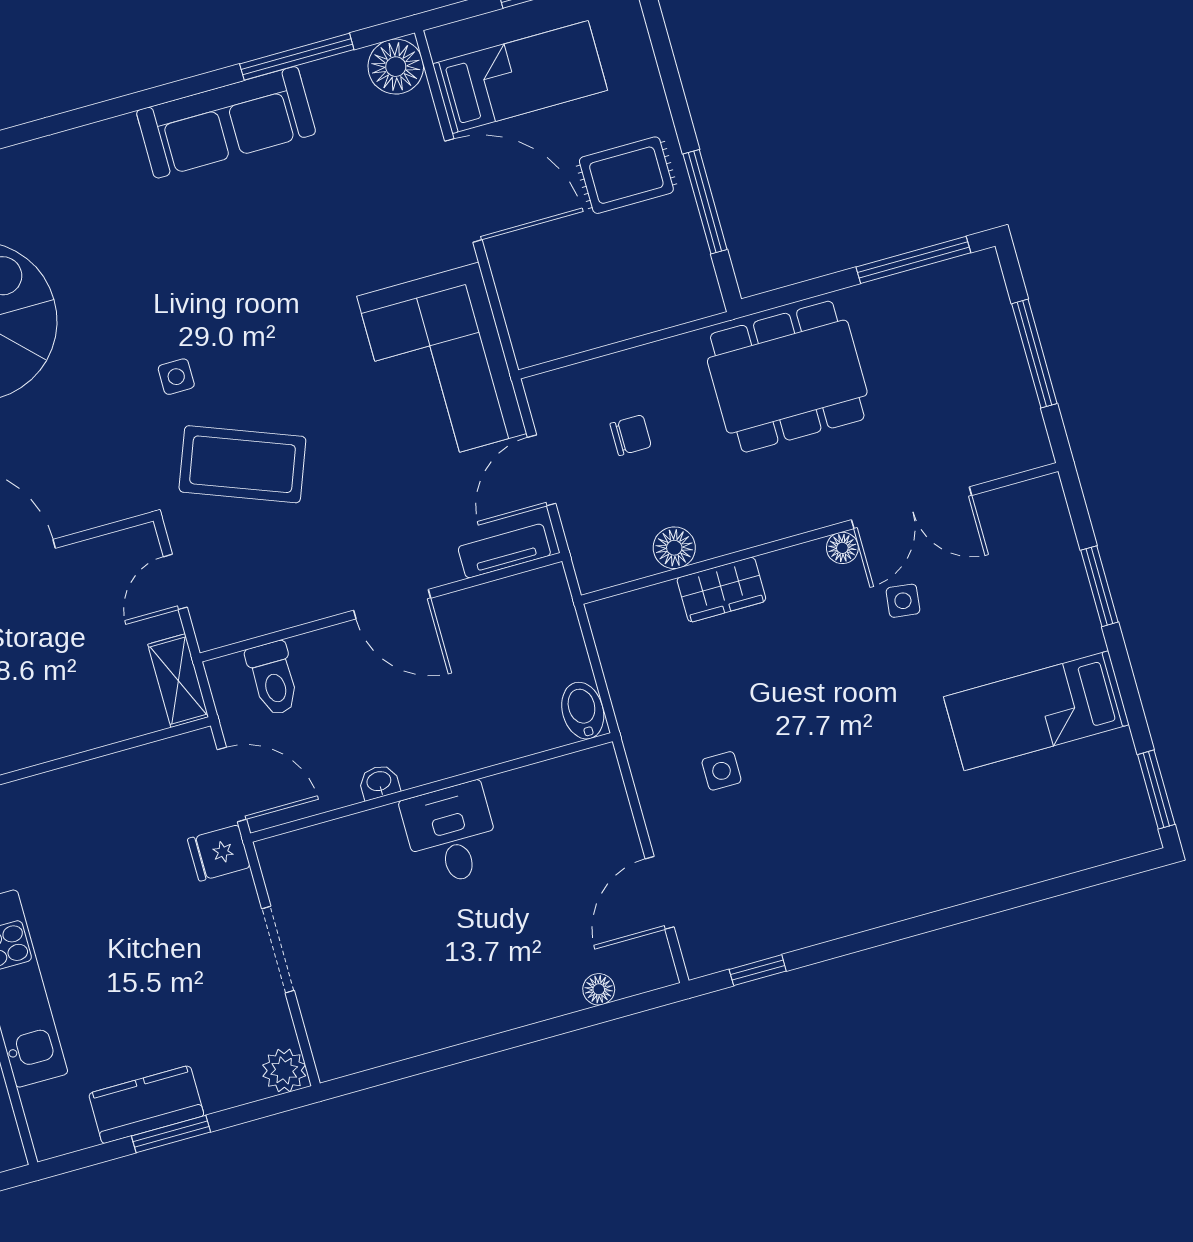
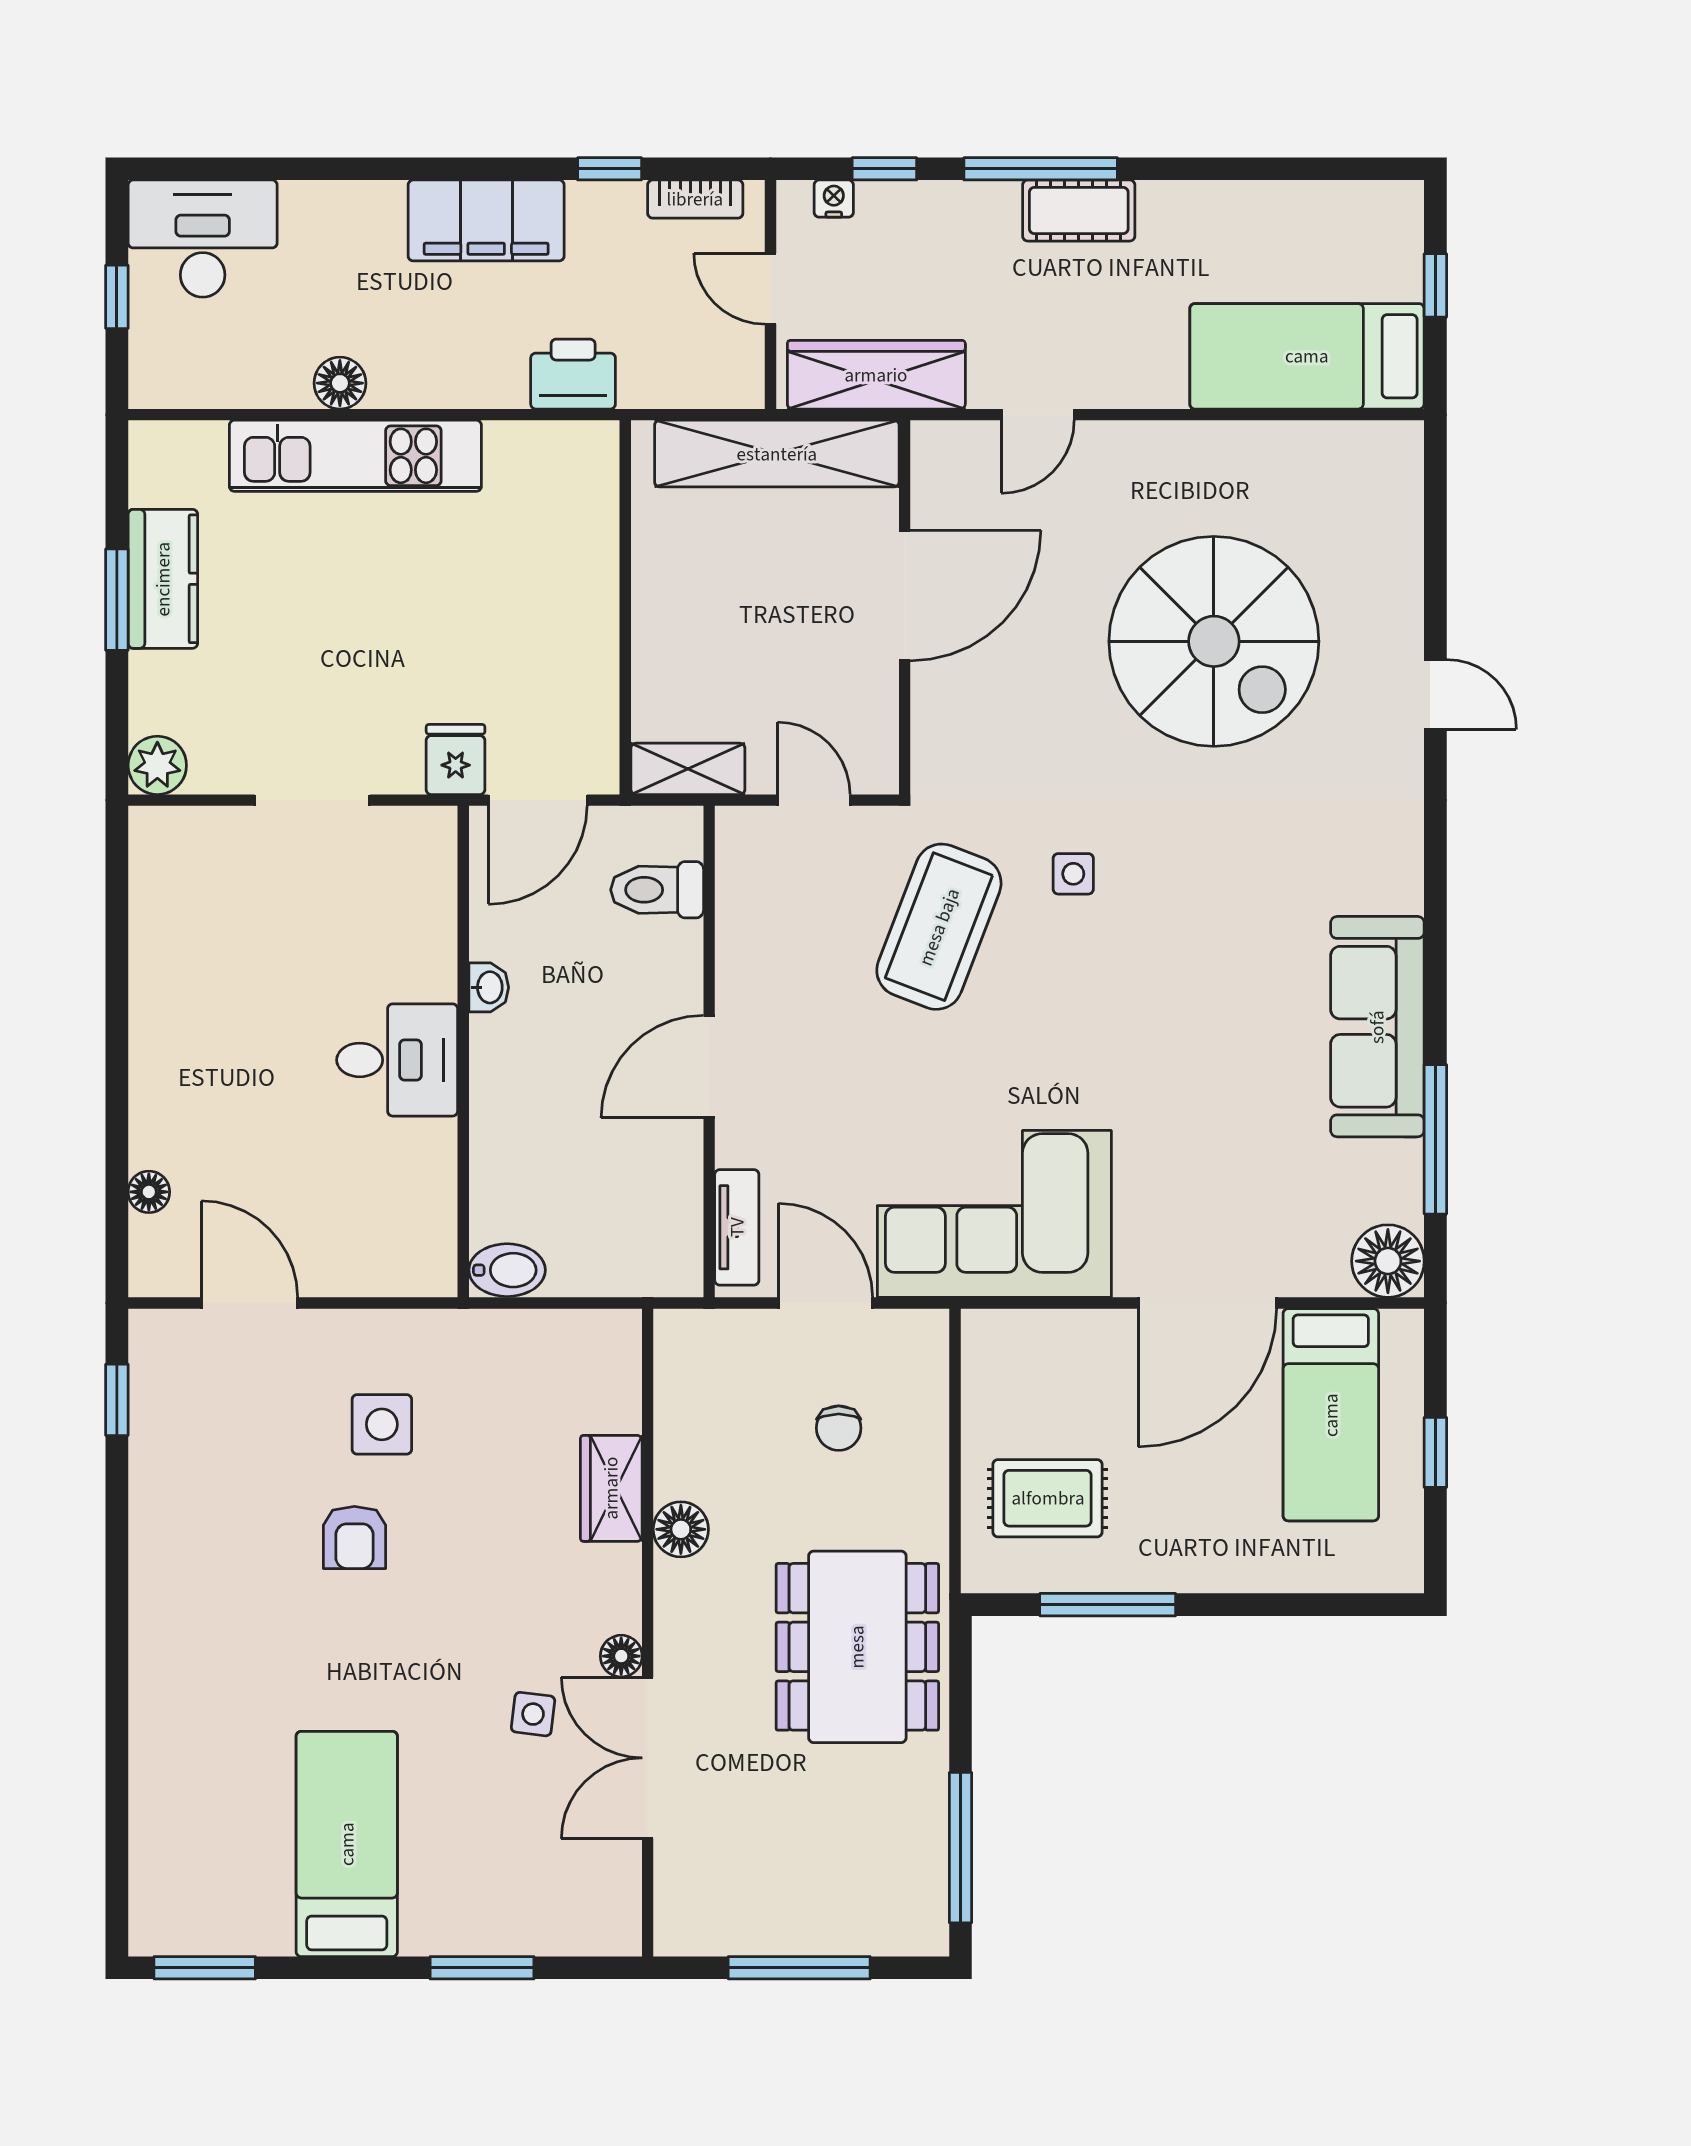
rug: (626, 175) -> (1048, 1498), moved, turned 90
floor lamp: (674, 548) -> (681, 1529), moved
armchair: (810, 768) -> (354, 1537), added
side table: (721, 771) -> (382, 1424), width x1.37, depth x1.37

